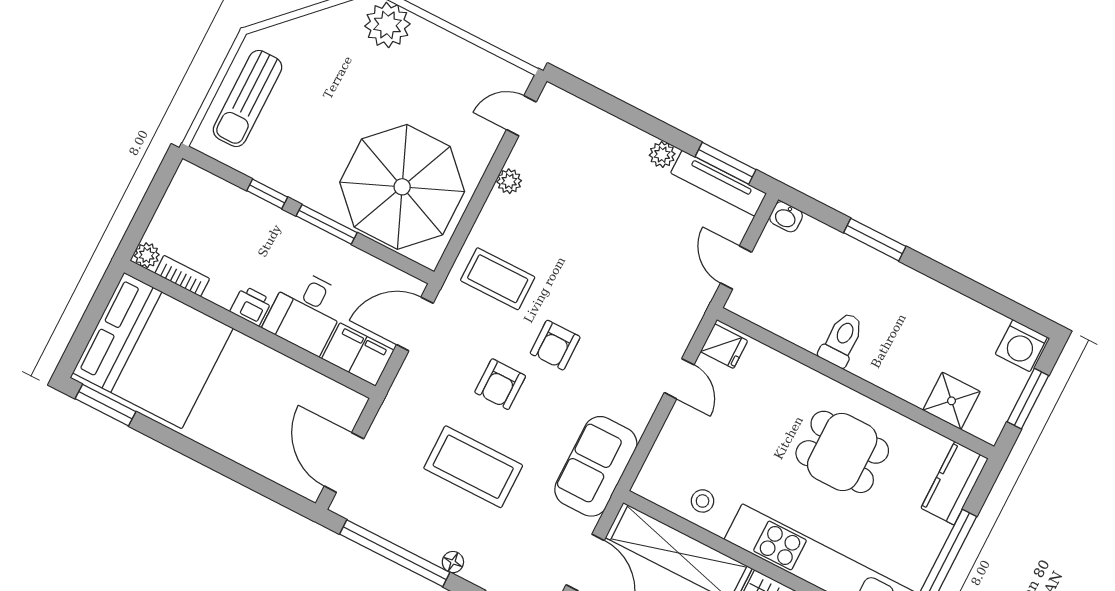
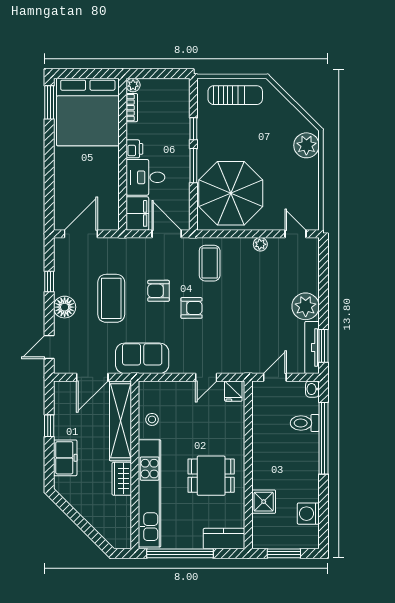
sun lounger: (247, 98) -> (235, 95), turned 180
plant: (662, 155) -> (306, 306), width x1.88, depth x1.88
window: (875, 240) -> (323, 438), width x2.11
toilet: (842, 340) -> (305, 423), moved, turned 180
armchair: (555, 345) -> (191, 308), turned 180
washing machine: (1021, 346) -> (308, 514), moved
shower: (951, 401) -> (264, 502), moved
dining table: (842, 452) -> (211, 476), turned 90
window: (395, 553) -> (49, 282), width x0.32
floor lamp: (453, 562) -> (65, 307), width x1.89, depth x1.89

